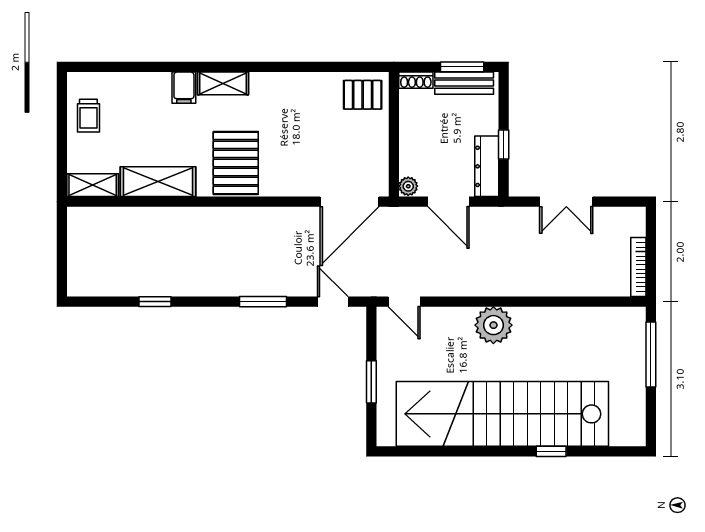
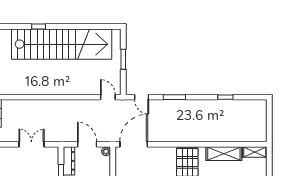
plant: (493, 325) -> (66, 86), removed

